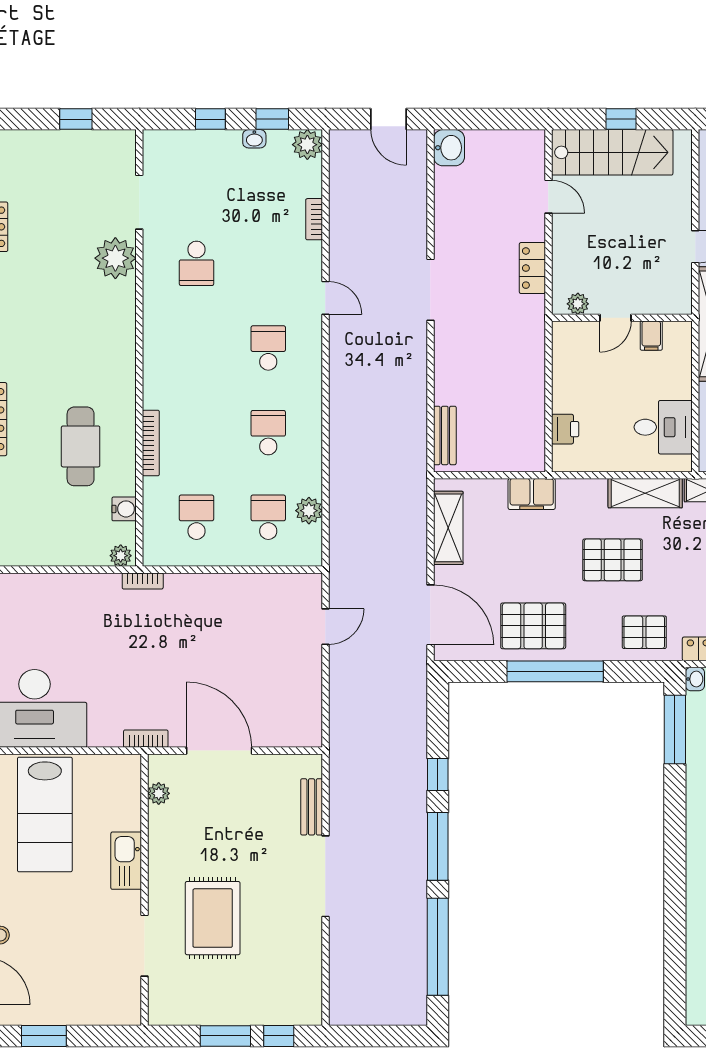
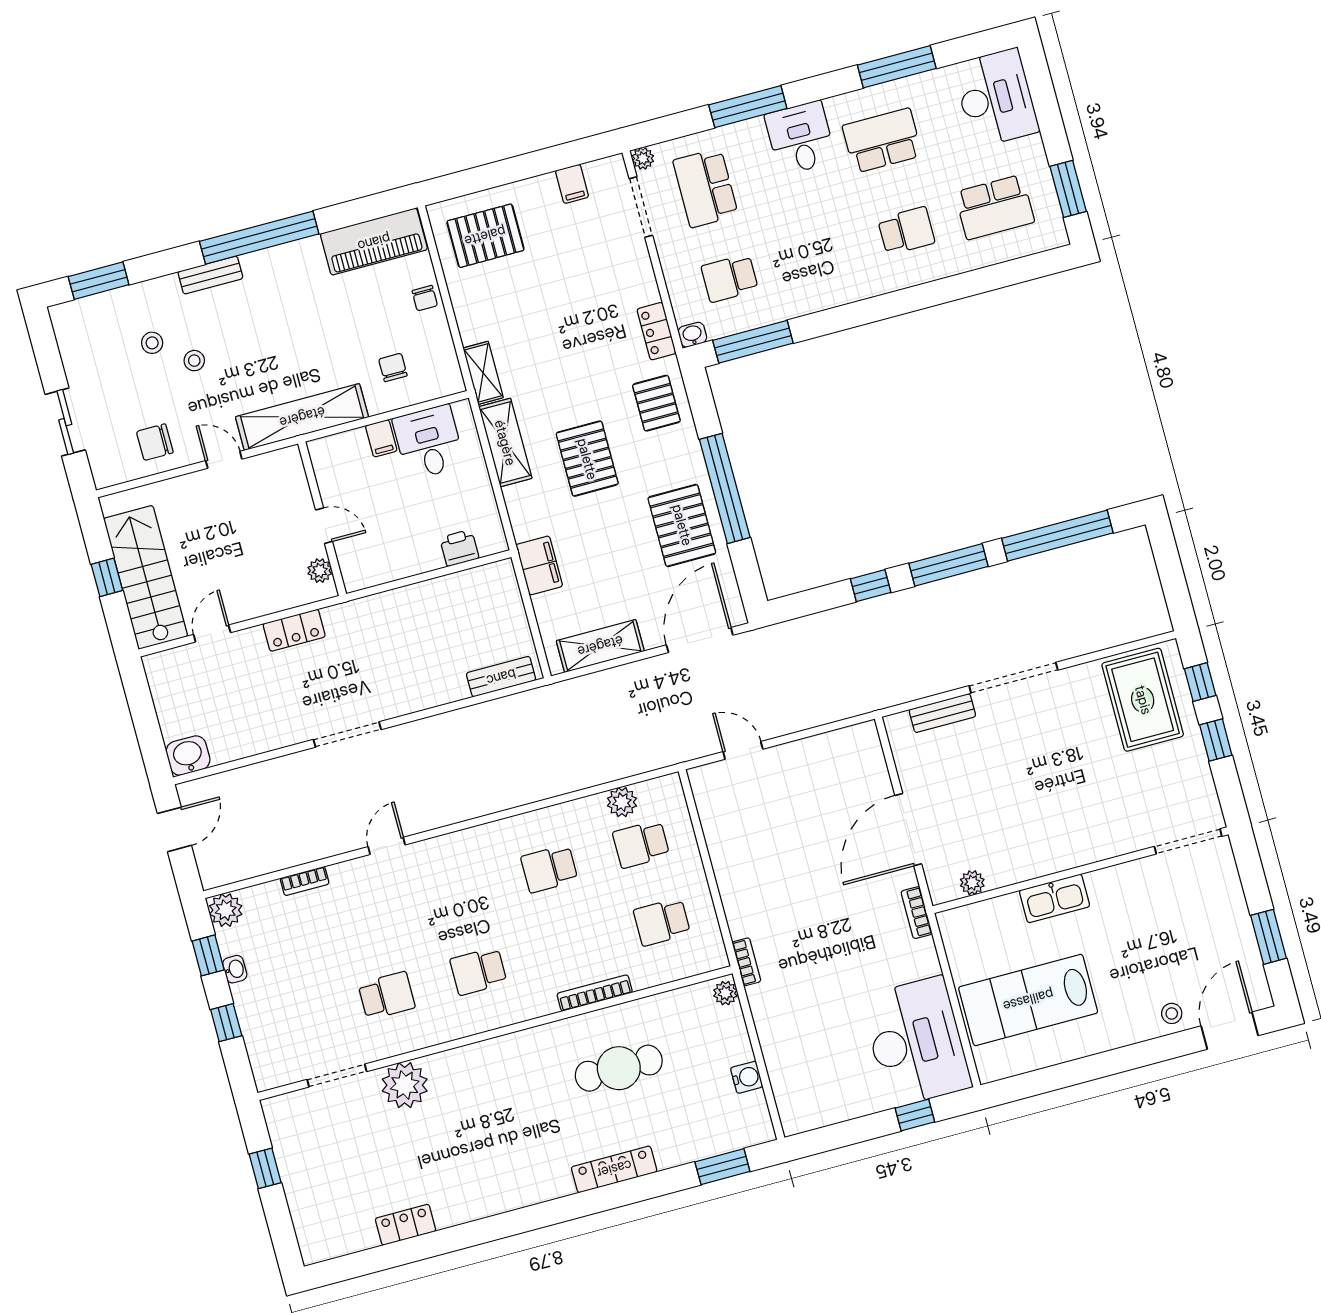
filing cabinet: (651, 336) -> (381, 438), moved, turned 90
school desk: (268, 348) -> (478, 971), moved
water cooler: (124, 509) -> (747, 1077), moved, turned 90
lab bench: (45, 815) -> (1028, 1000), turned 180
rug: (213, 918) -> (1143, 700), moved, turned 90
doorway: (145, 946) -> (1188, 841), moved
window: (225, 1036) -> (1216, 740), width x0.67

